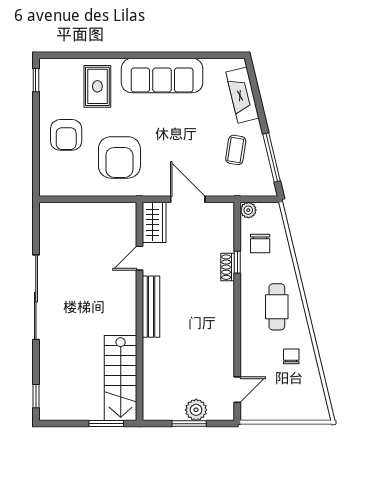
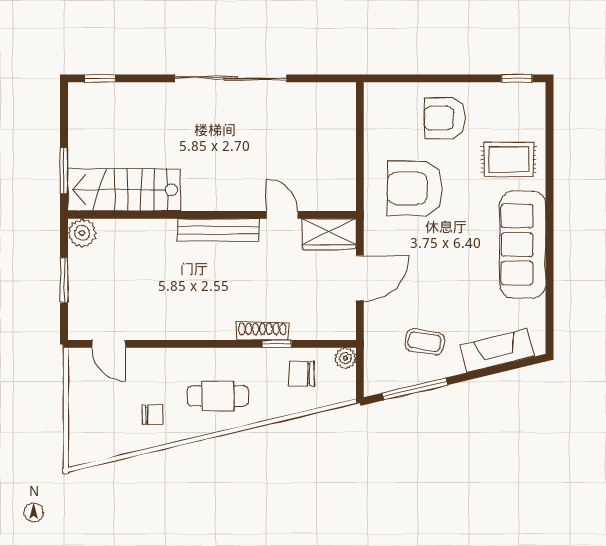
shoe rack: (228, 267) -> (262, 331), width x1.43
plant: (196, 410) -> (82, 233), moved

